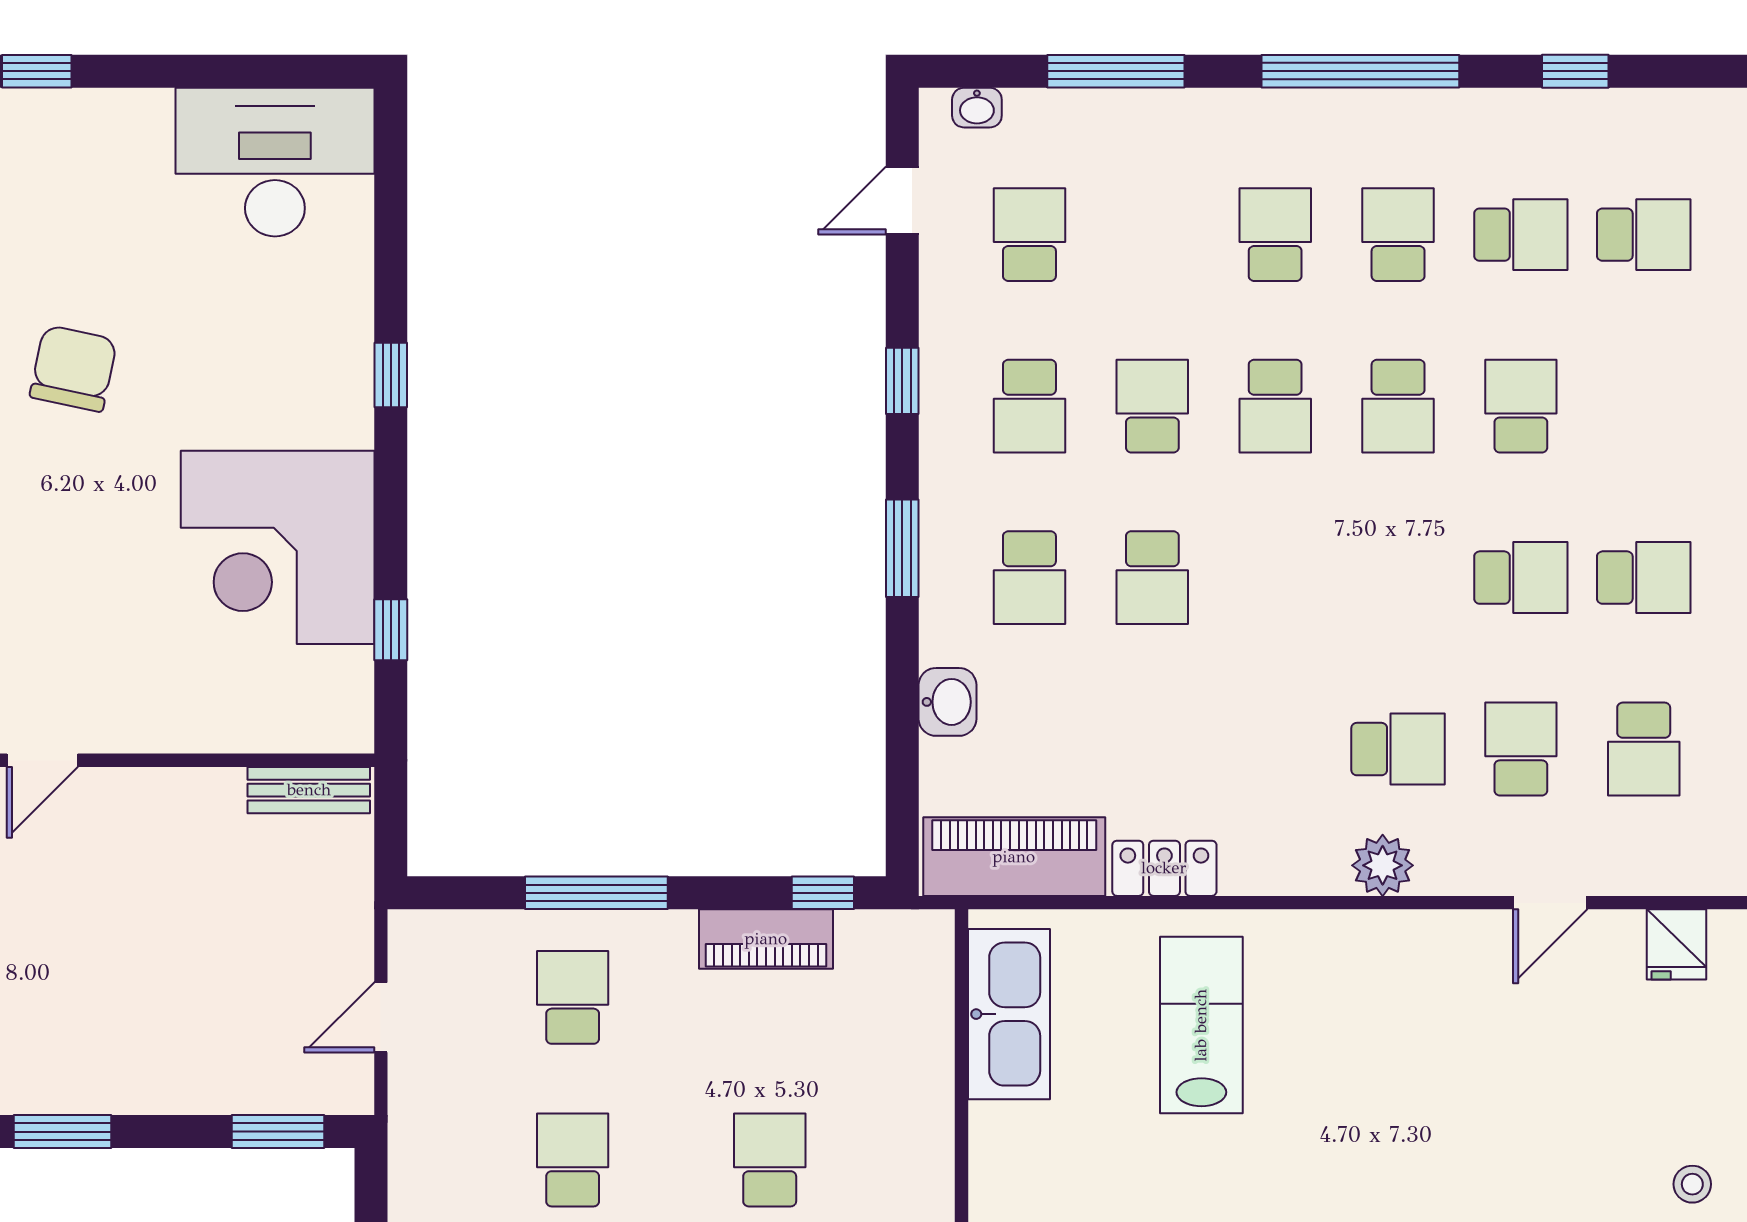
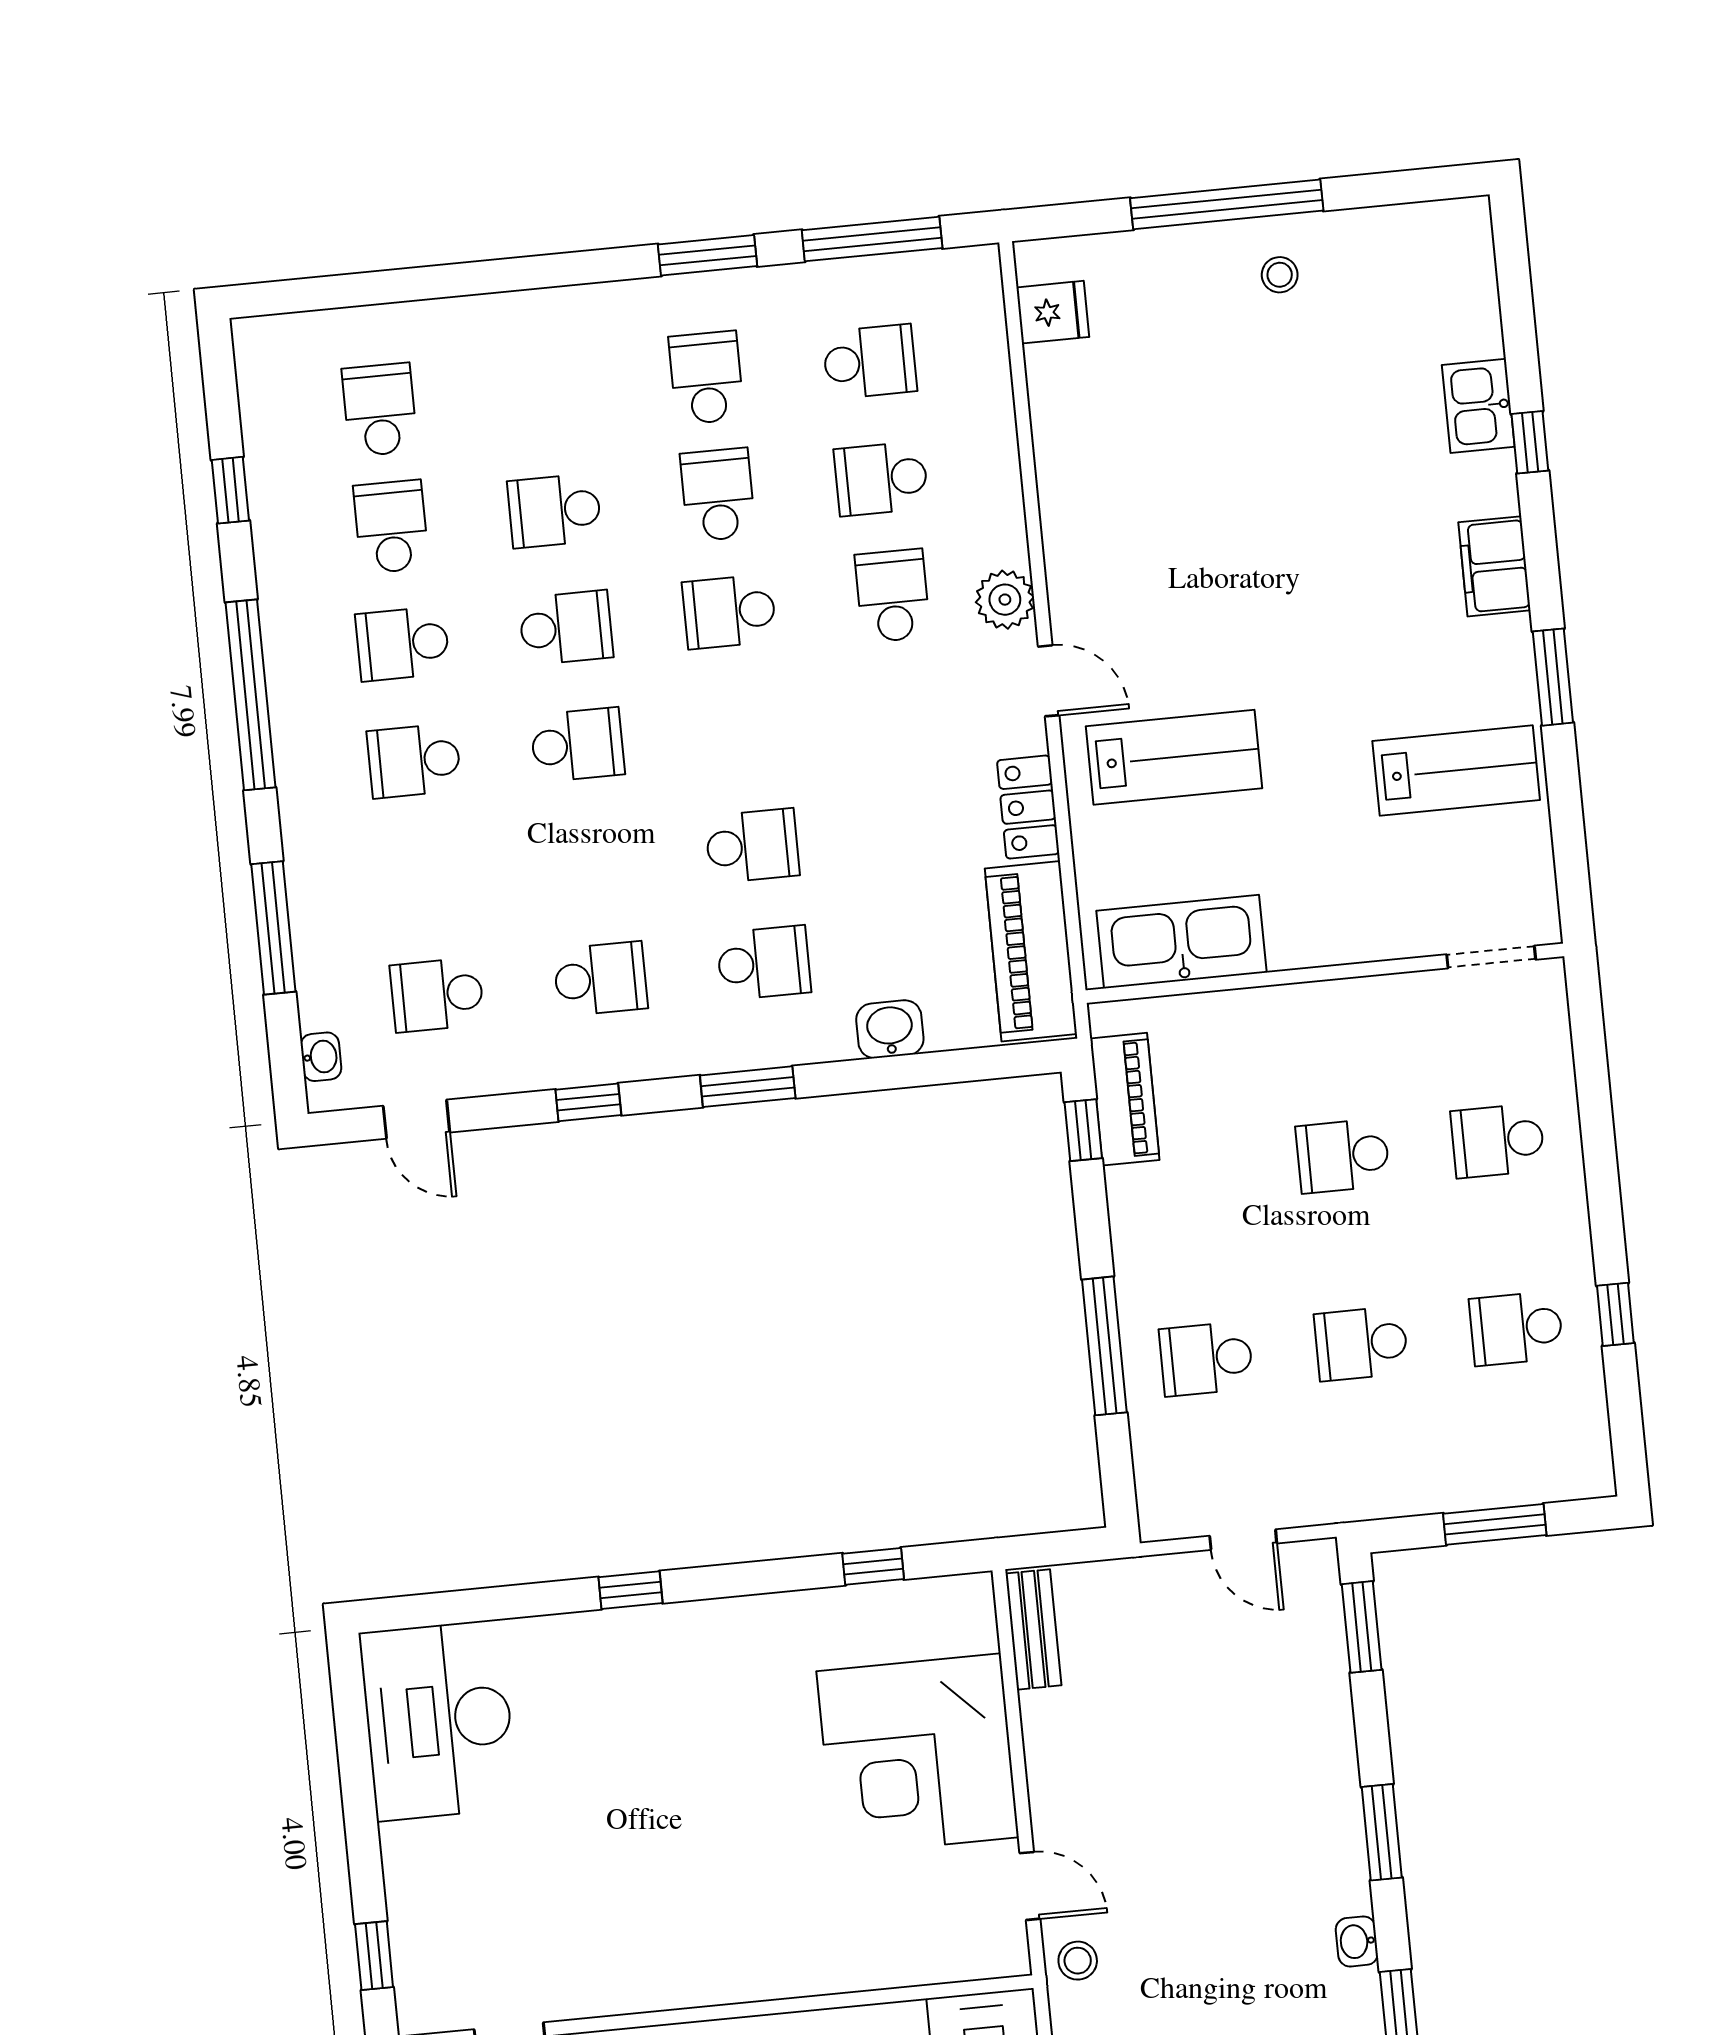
chair: (73, 368) -> (654, 1893), removed
school desk: (1152, 406) -> (729, 612), moved
corner desk: (278, 547) -> (918, 1754), moved, turned 90
door: (1550, 903) -> (1049, 681), moved
piano: (766, 939) -> (1125, 1099), moved
lab bench: (1201, 1025) -> (1174, 757), turned 180

